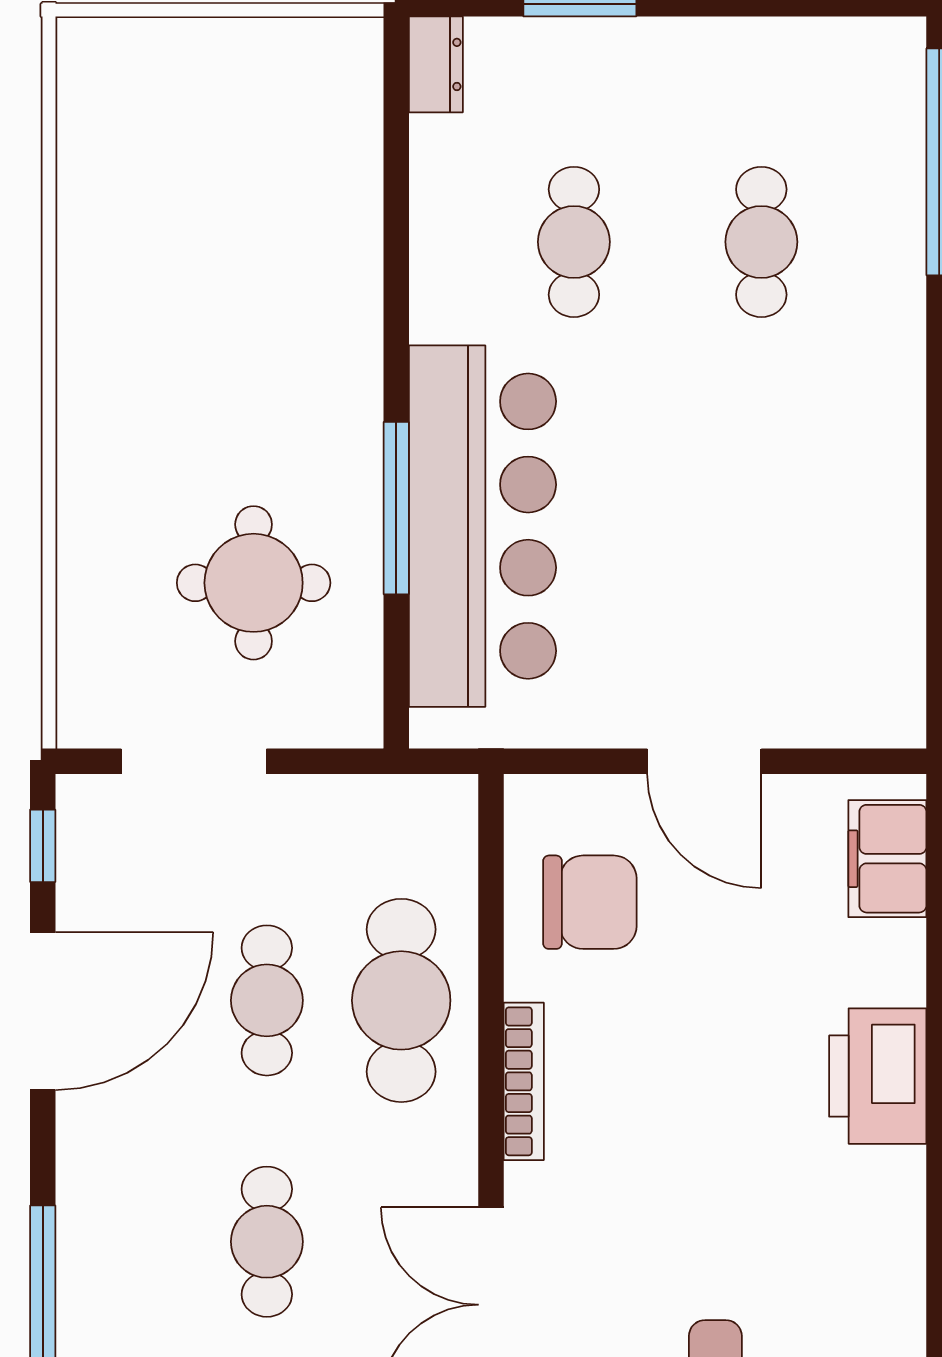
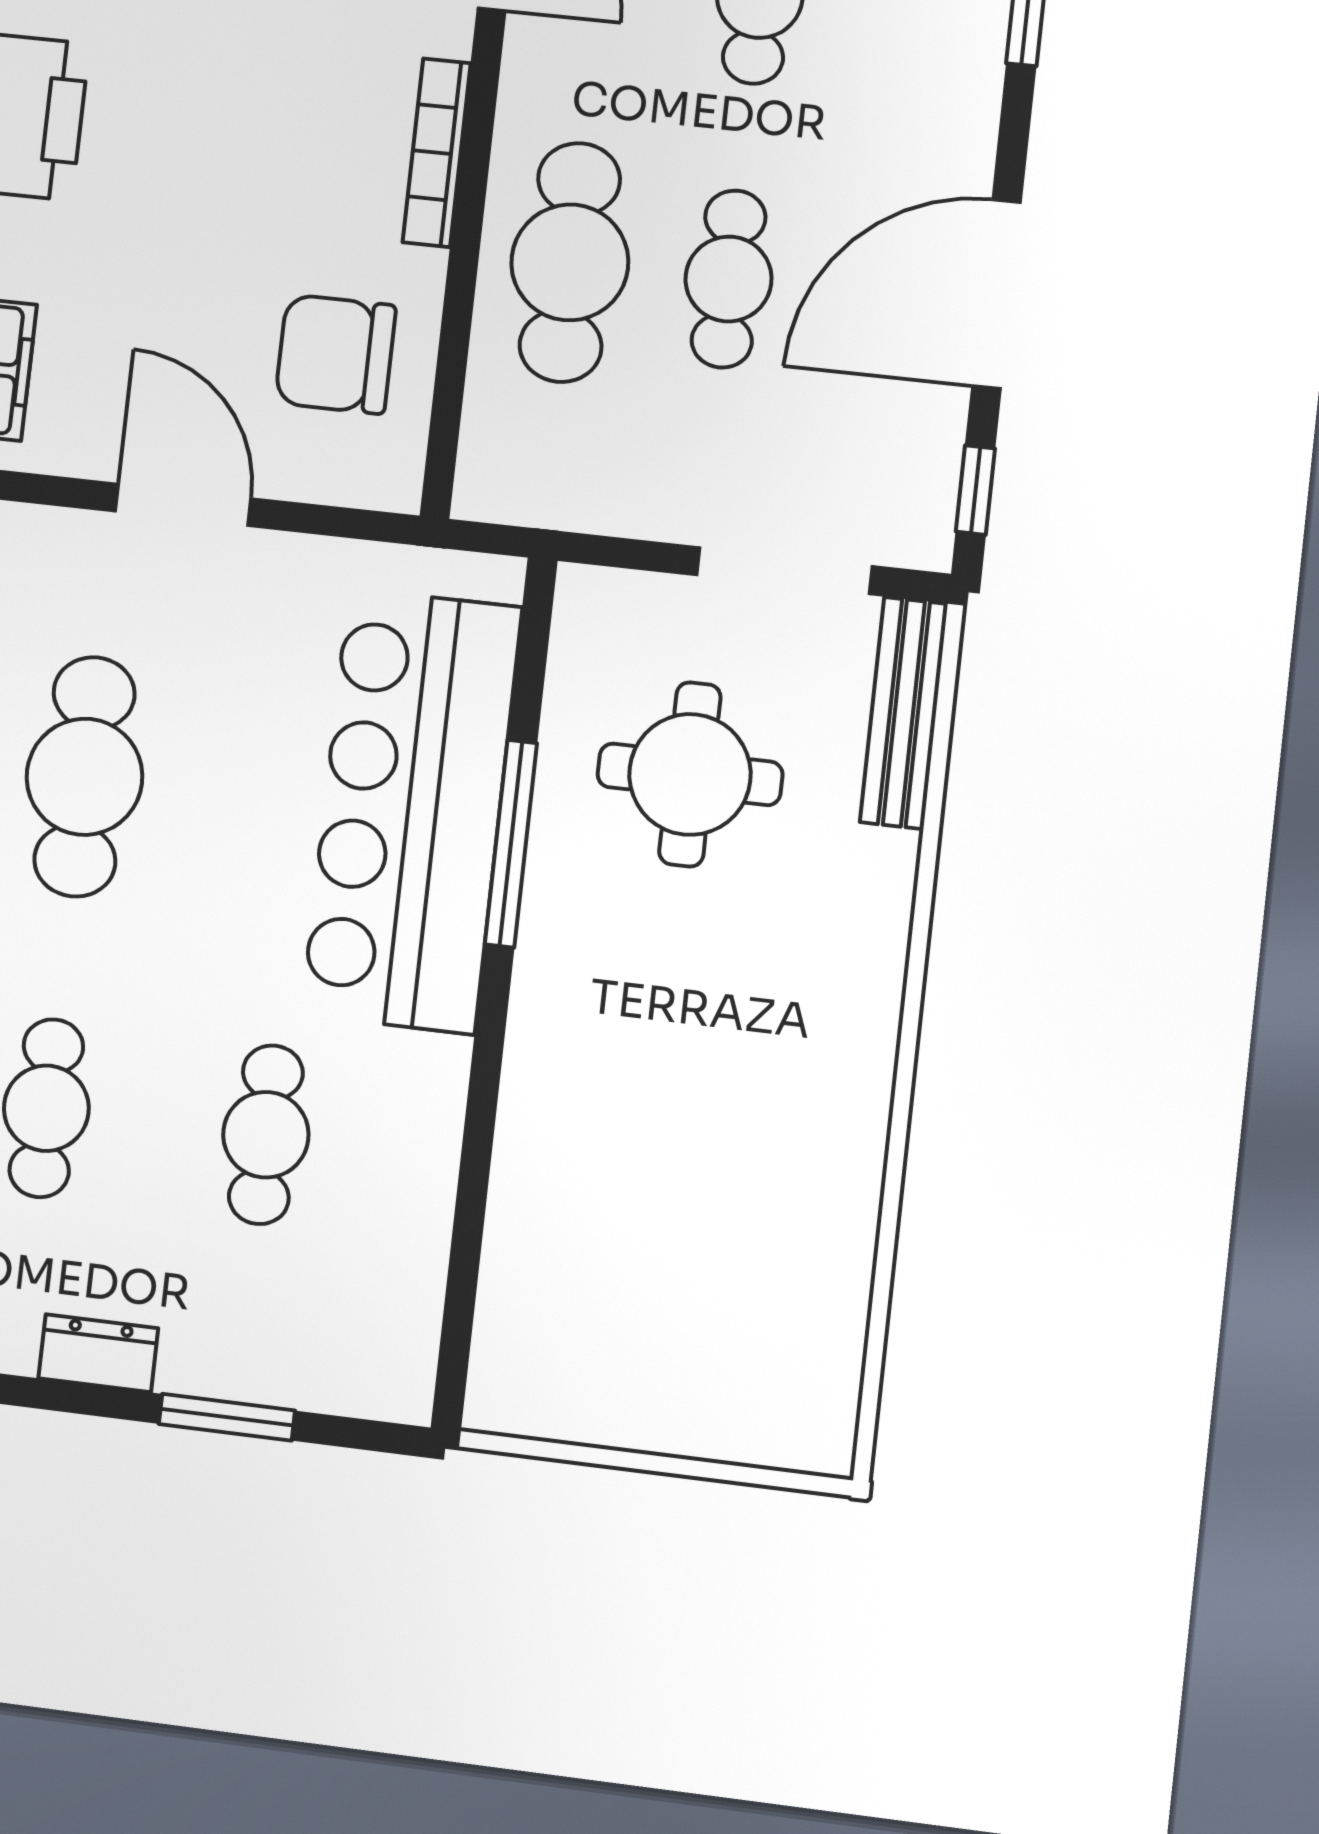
dresser: (436, 64) -> (98, 1353), moved, turned 90
cafe table: (761, 523) -> (84, 777), added
bench: (82, 654) -> (904, 713), added

